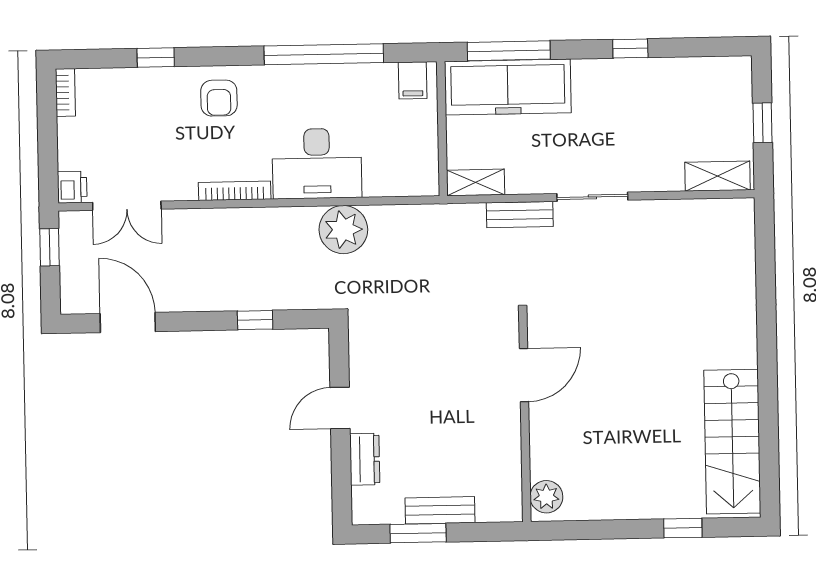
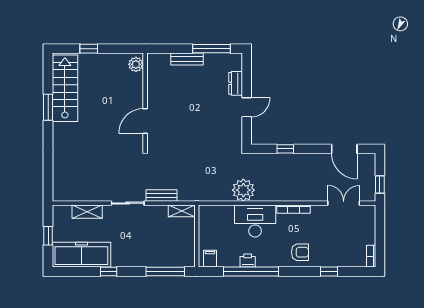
freezer: (508, 87) -> (81, 255), moved
armchair: (219, 98) -> (300, 252), turned 90
shelving: (718, 176) -> (87, 212), moved
printer: (72, 187) -> (248, 261), moved, turned 90
door: (524, 375) -> (145, 121), moved
window: (768, 400) -> (48, 107), added
wall: (525, 417) -> (145, 101), moved
plant: (546, 497) -> (136, 64), moved
bench: (440, 510) -> (187, 59), moved
window: (418, 533) -> (211, 49), width x1.44

